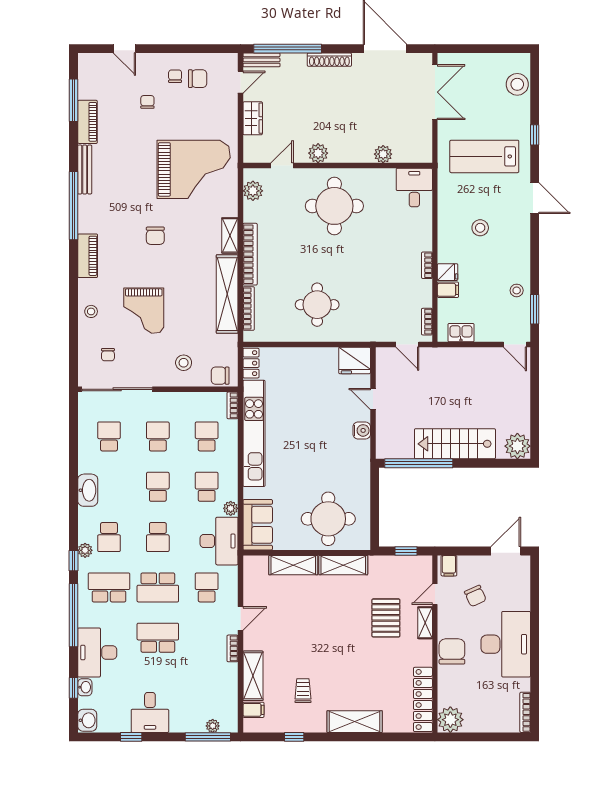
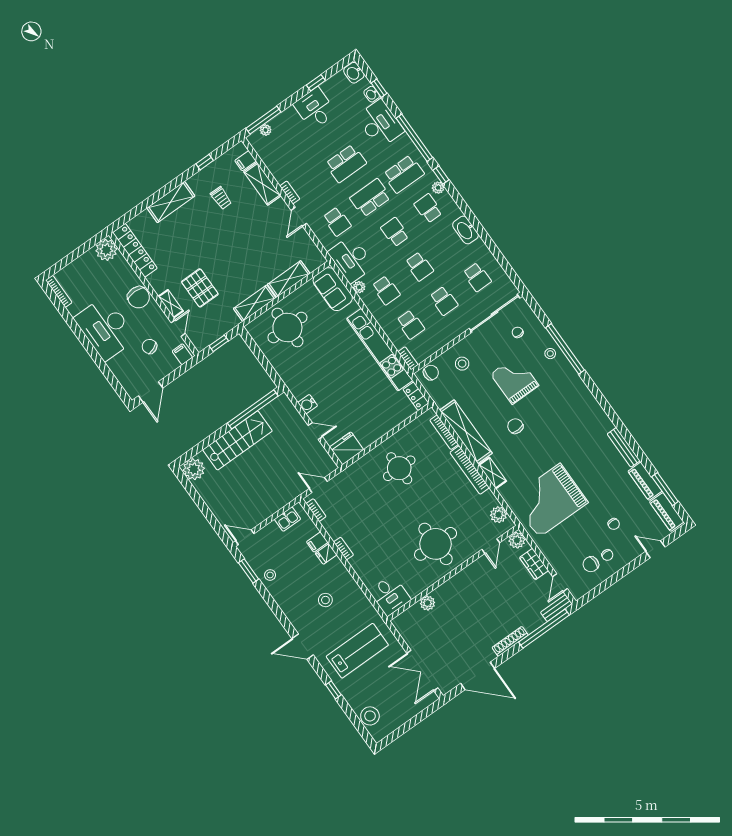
plant: (318, 153) -> (517, 540), moved
window: (73, 206) -> (565, 349), moved
chair: (155, 236) -> (515, 426), moved
piano: (88, 256) -> (667, 512), moved

